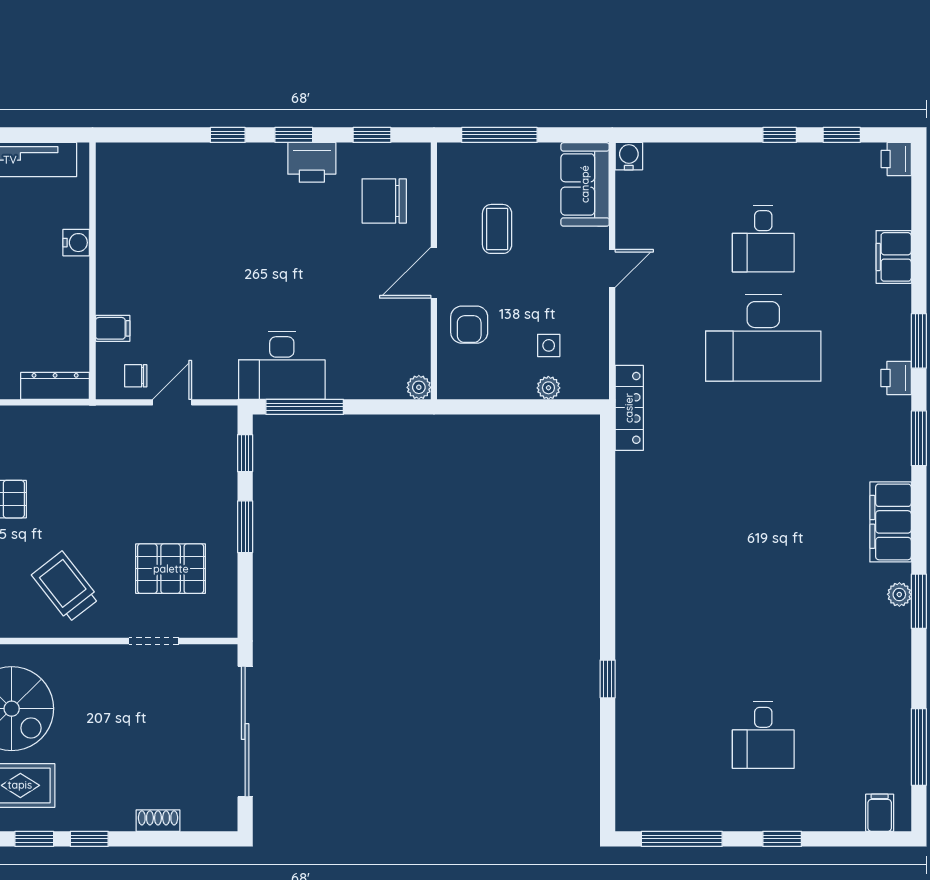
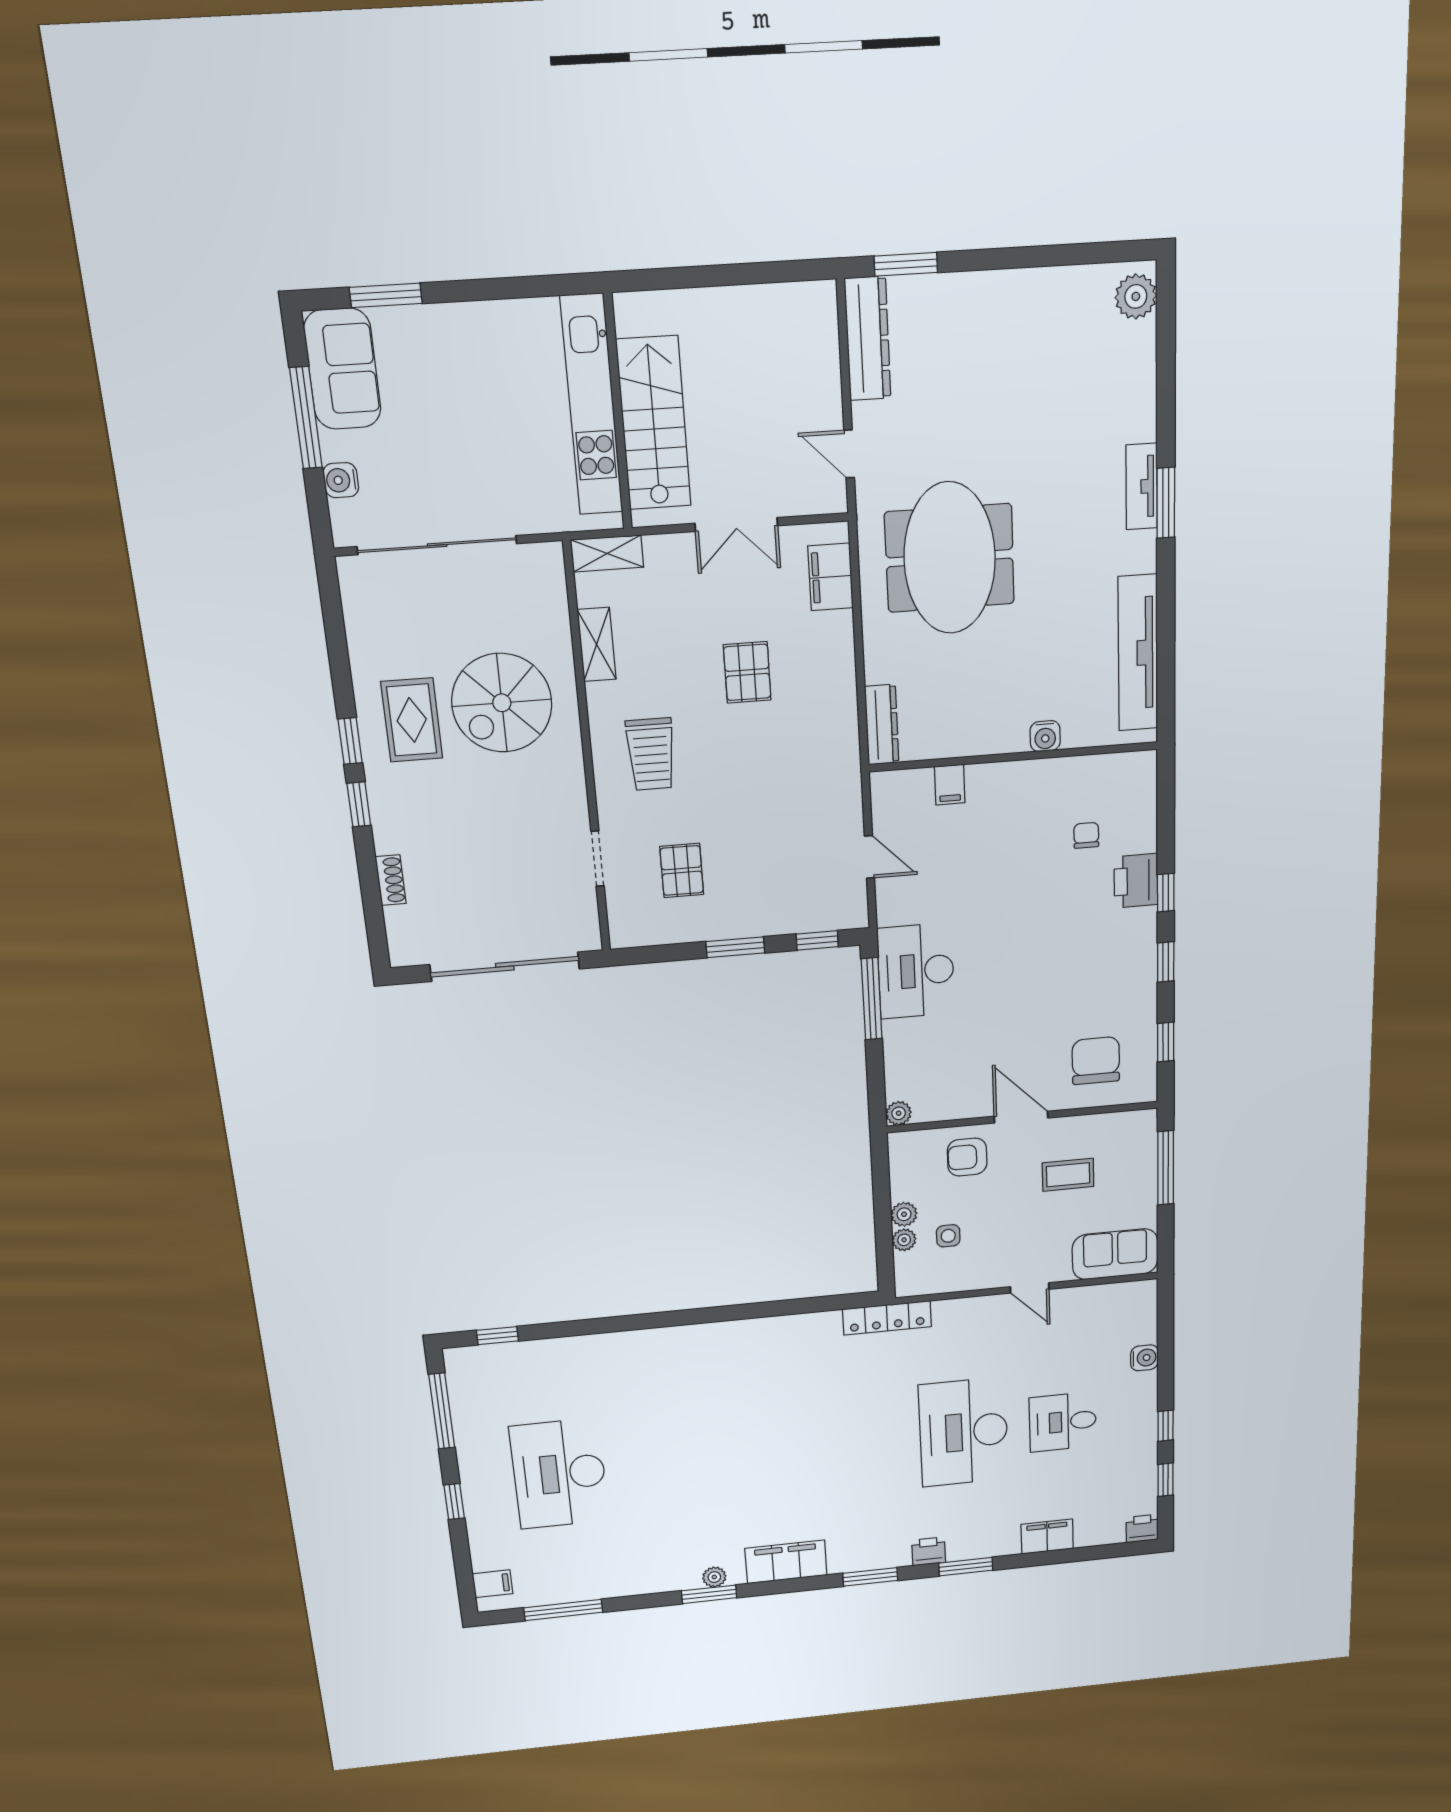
water cooler: (629, 156) -> (1144, 1358), moved
printer: (312, 162) -> (1136, 881), moved
chair: (136, 376) -> (1086, 835), moved
plant: (522, 387) -> (904, 1214), added
pallet: (171, 569) -> (682, 870), width x0.67, depth x0.71
trolley: (65, 587) -> (651, 754), turned 128
window: (608, 679) -> (497, 1336), moved
desk: (763, 735) -> (559, 1474), width x1.87, depth x1.30

